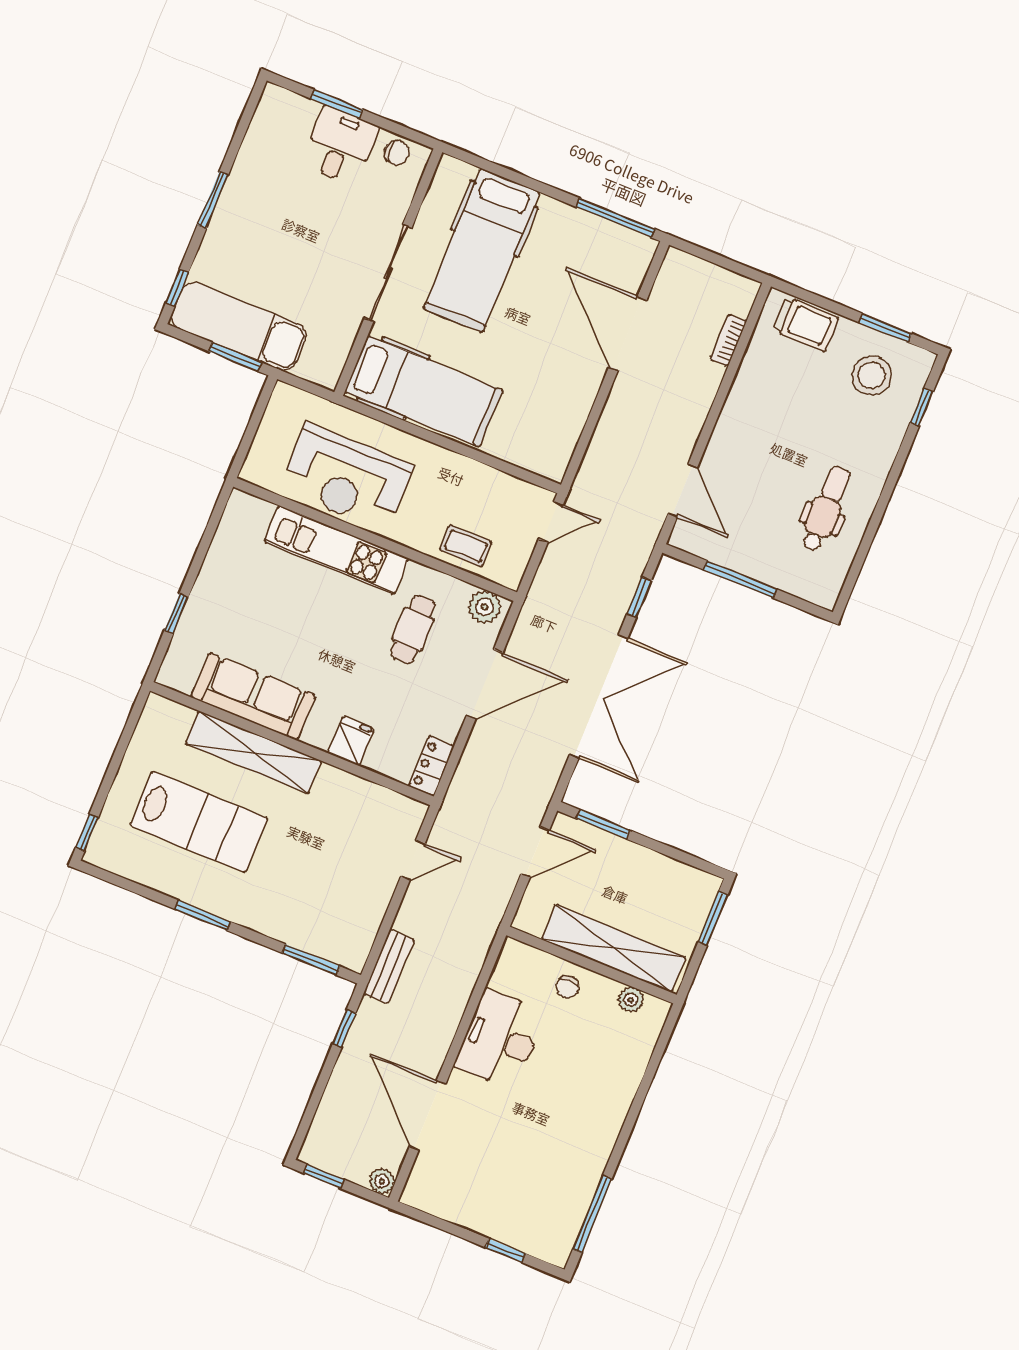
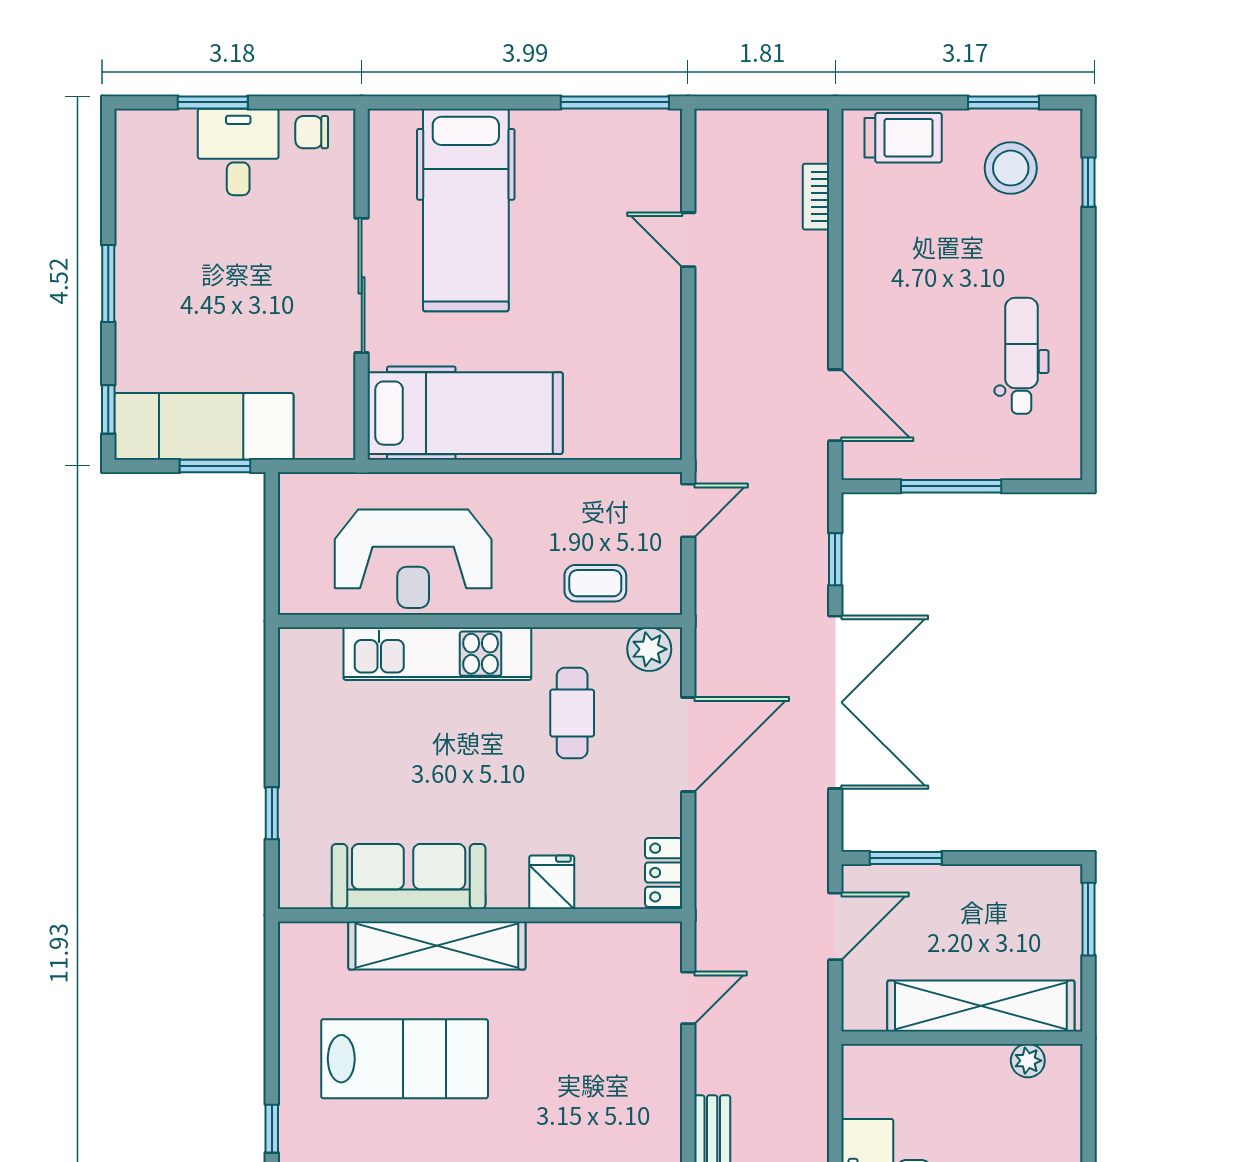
chair: (397, 153) -> (312, 132), turned 180
door: (628, 334) -> (688, 240), width x0.53
chair: (567, 987) -> (943, 1077), removed

